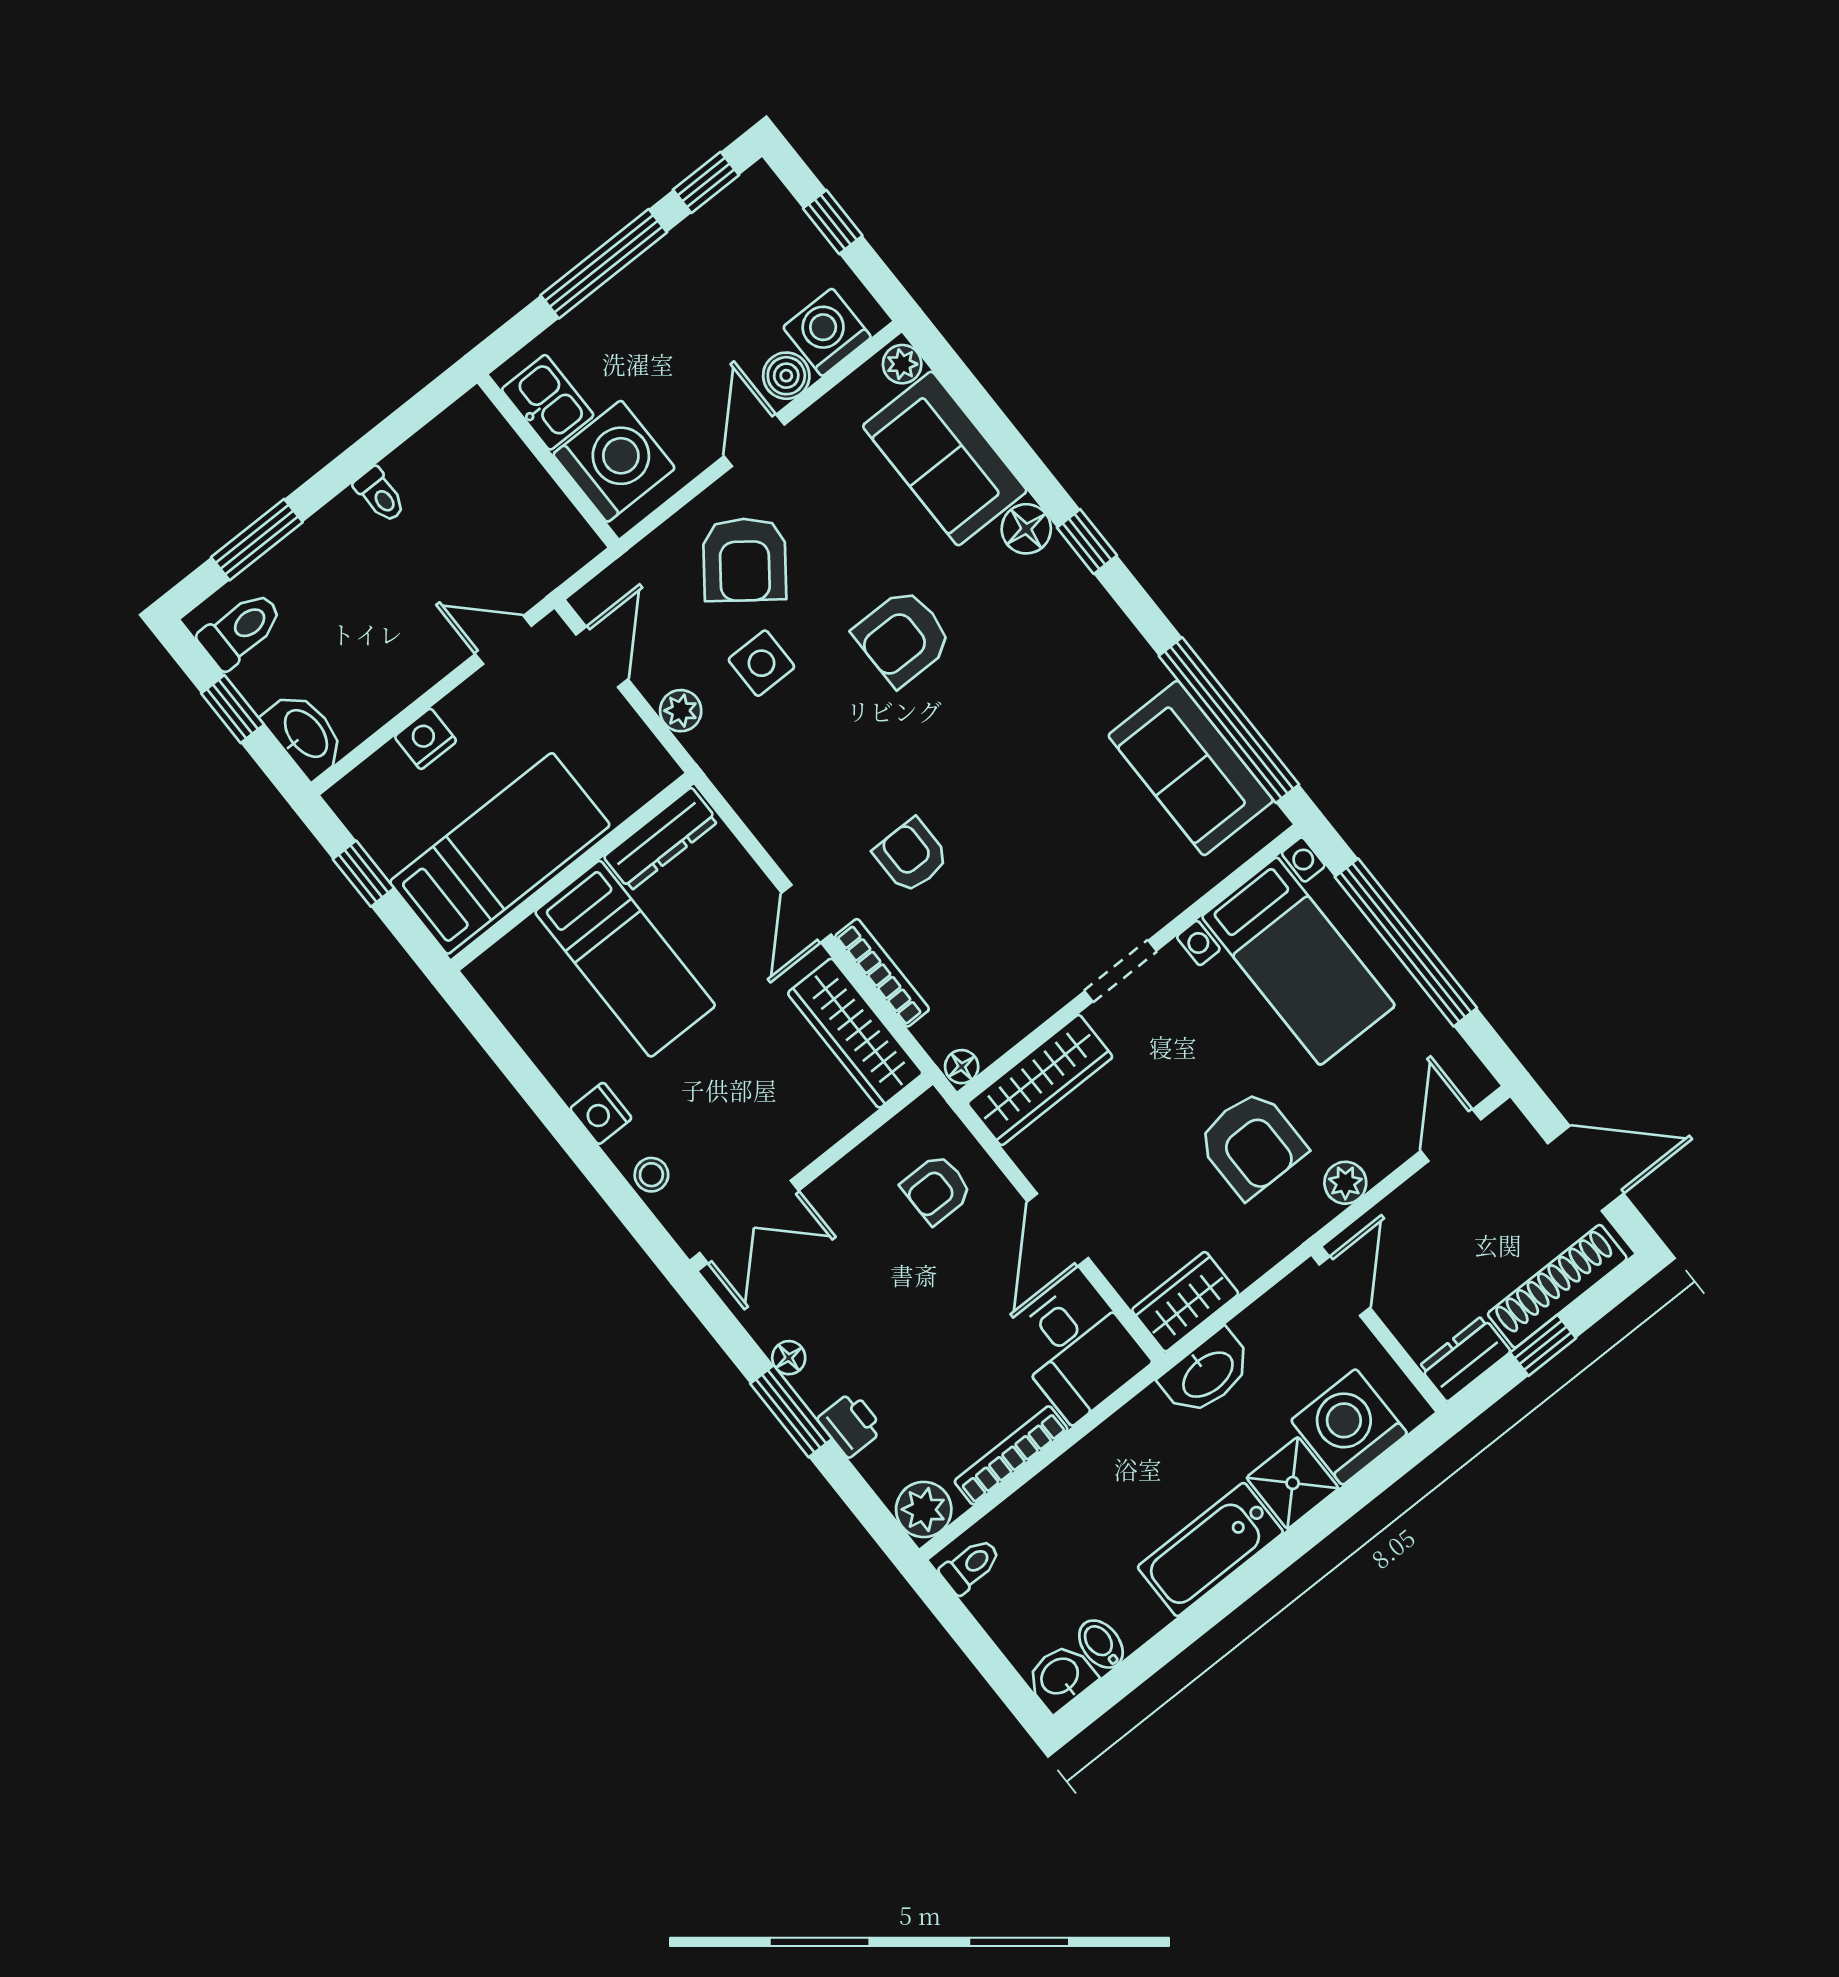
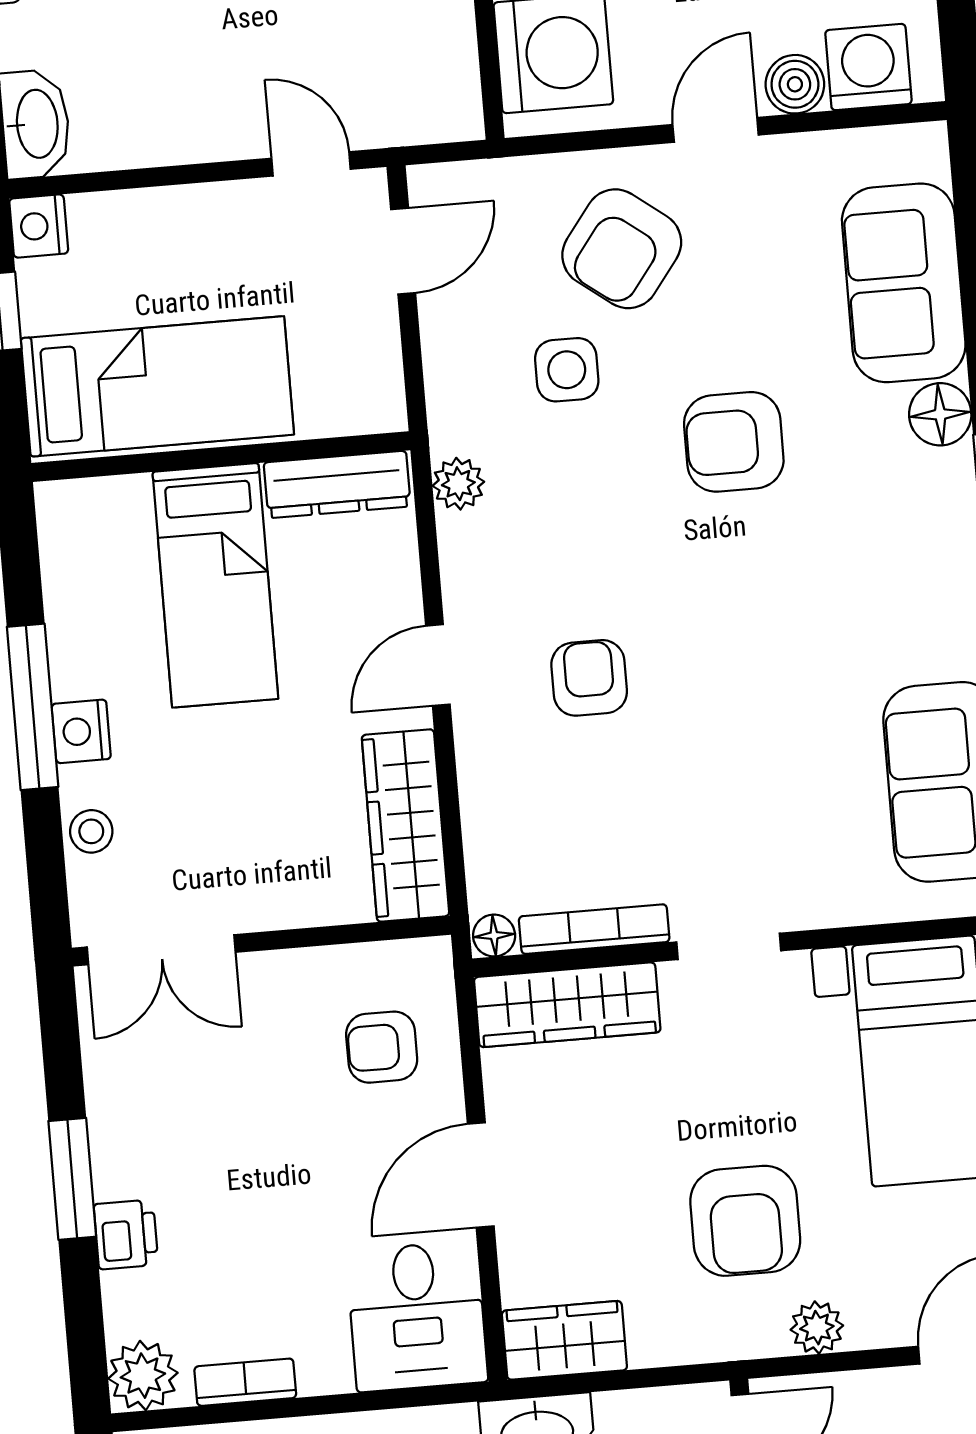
plant: (902, 364) -> (925, 154), removed
plant: (681, 711) -> (458, 484), moved
nightstand: (426, 739) -> (39, 226), moved, turned -90
bookcase: (882, 973) -> (594, 929), moved, turned -90
window: (558, 1119) -> (33, 707), added
floor lamp: (789, 1358) -> (107, 1121), removed
bookcase: (1011, 1455) -> (245, 1382), width x0.64

